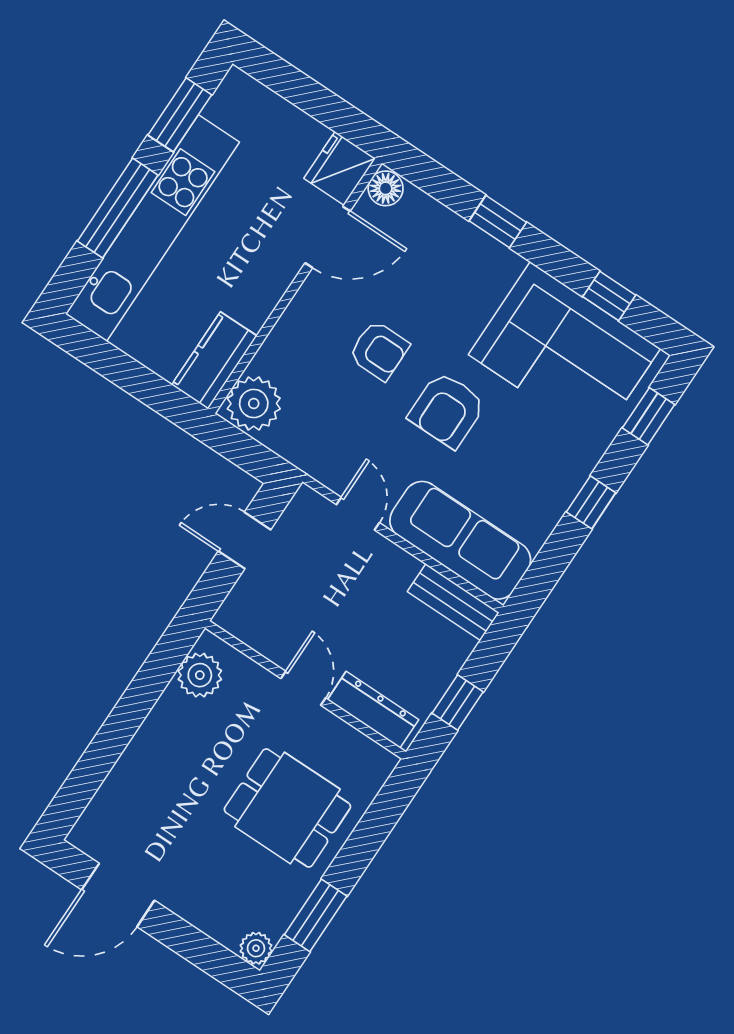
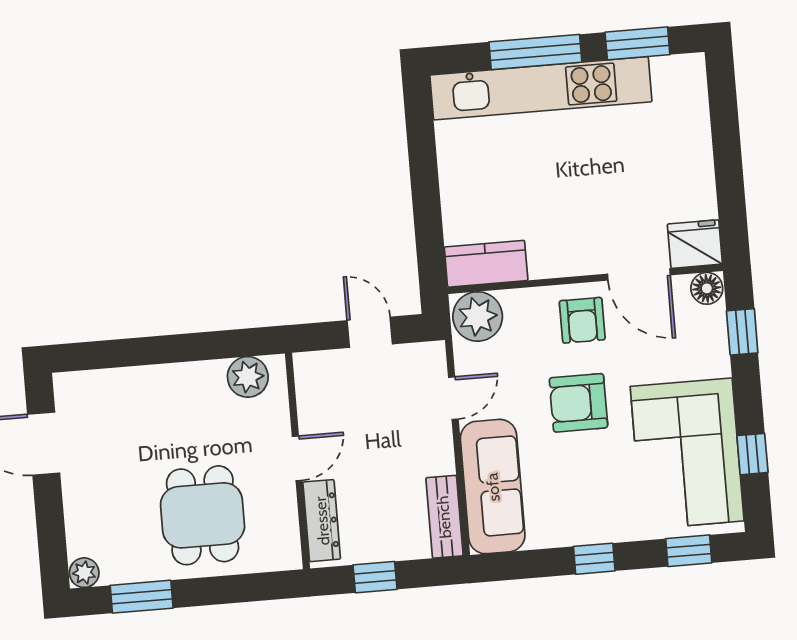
fridge: (340, 168) -> (695, 244), moved
floor lamp: (386, 188) -> (707, 288), moved
door: (328, 237) -> (639, 275), moved
wall: (295, 286) -> (585, 279), moved
kitchen counter: (214, 360) -> (486, 264), moved
plant: (254, 404) -> (478, 316), moved

